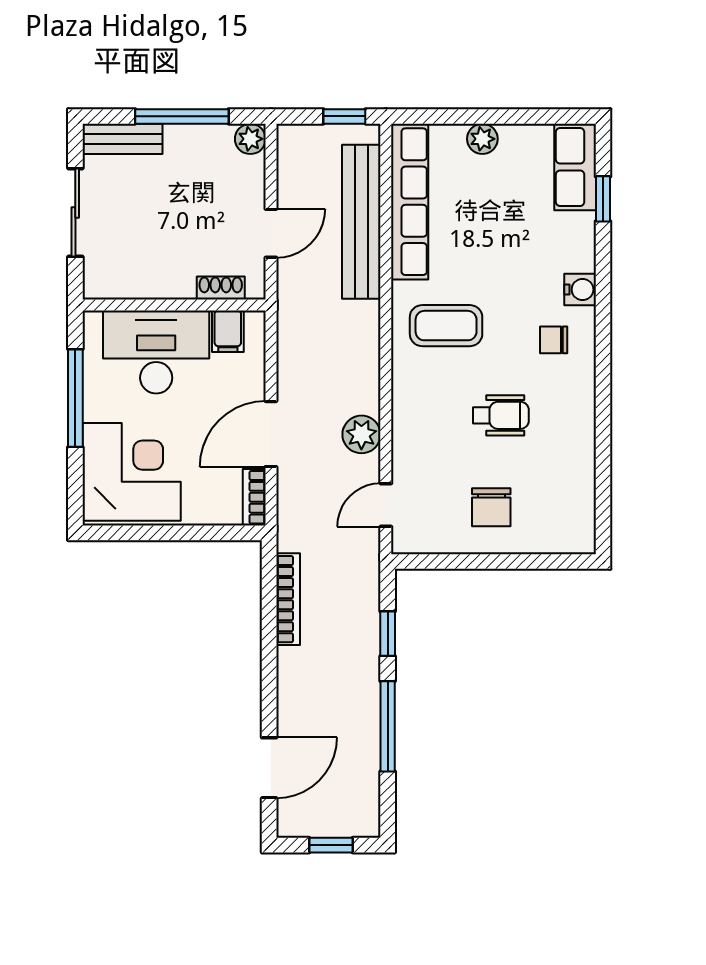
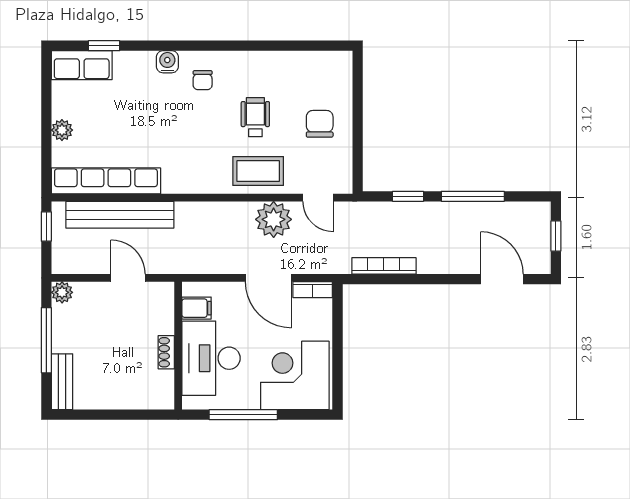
sliding door: (75, 212) -> (113, 415), removed
shoe rack: (221, 288) -> (166, 352), moved
coffee table: (446, 326) -> (258, 171), moved, turned 90
plant: (361, 434) -> (274, 219), width x1.36, depth x1.36
chair: (491, 507) -> (320, 124), turned -90

